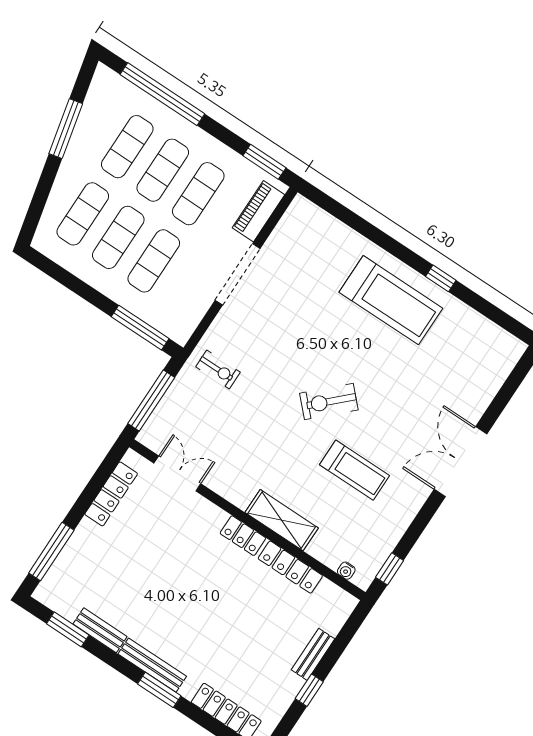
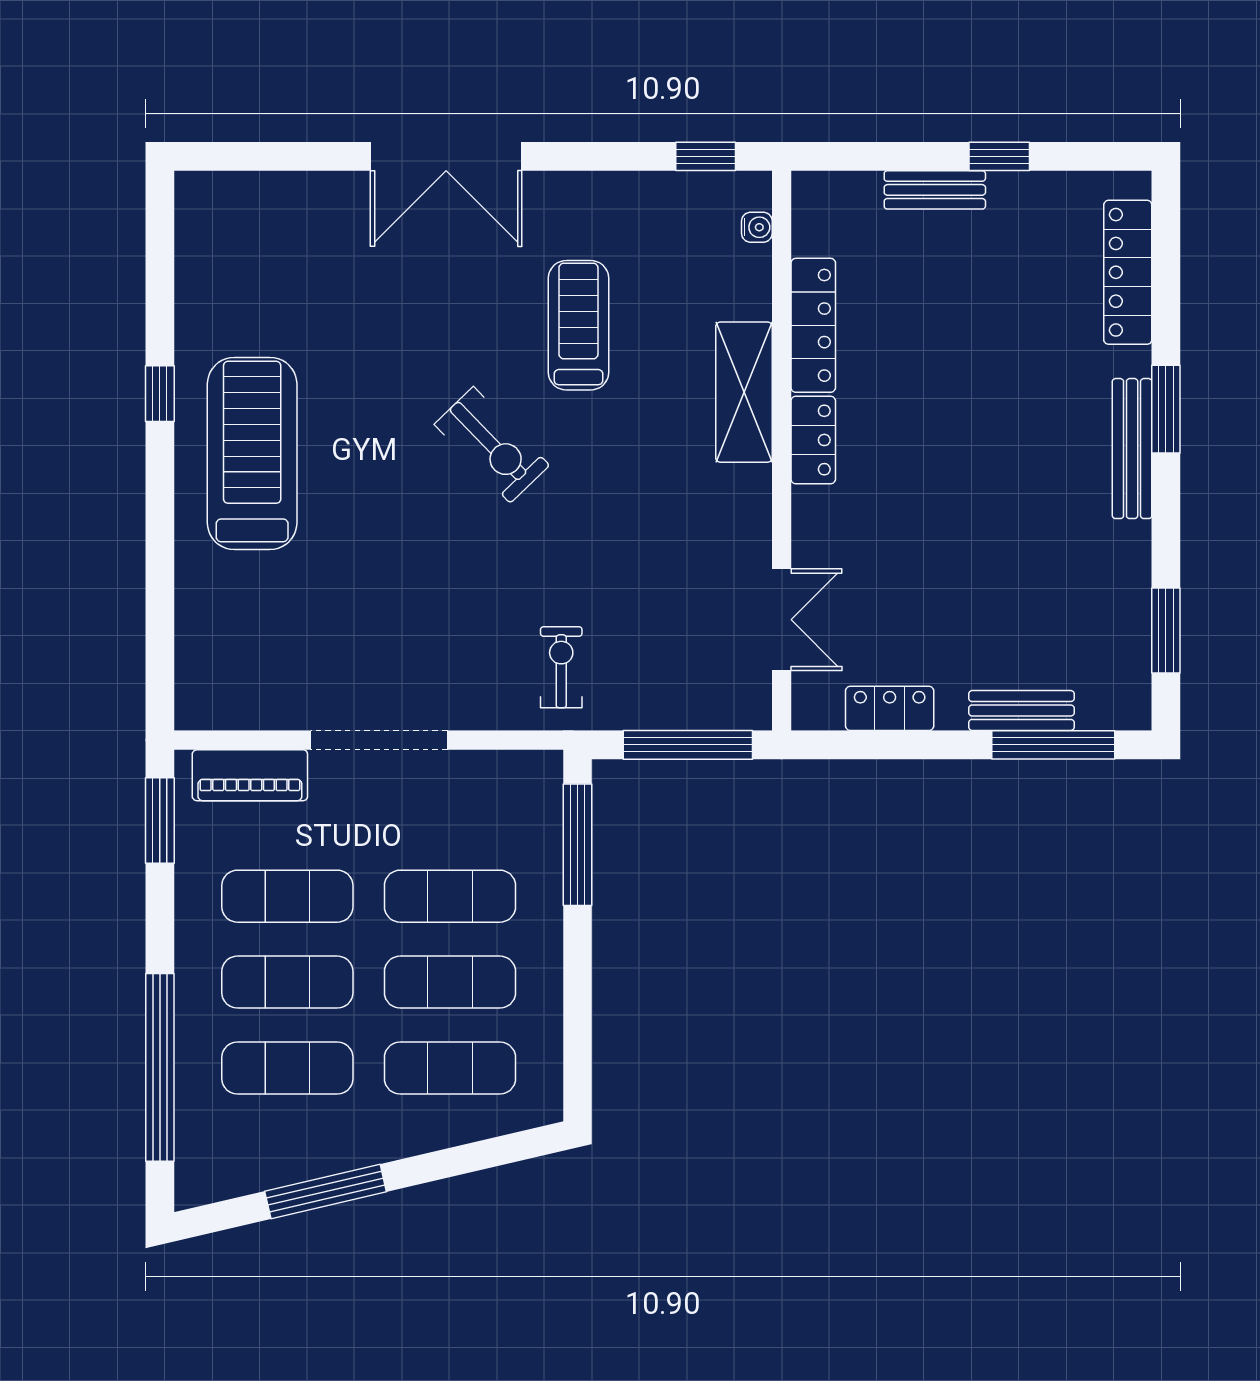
double door: (177, 473) -> (782, 620), swing flipped
locker: (111, 494) -> (890, 708), width x0.66
bench: (100, 630) -> (1021, 710), moved, turned 90

